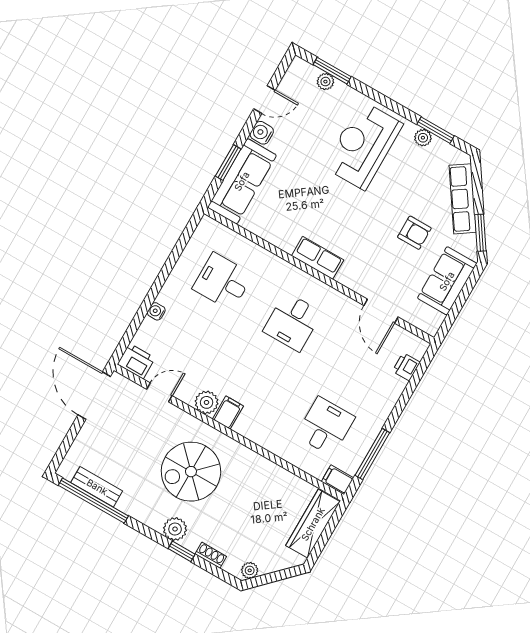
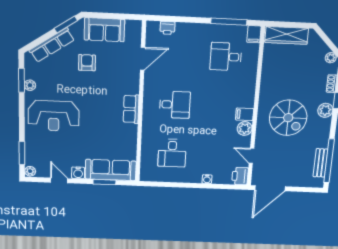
plant: (325, 82) -> (30, 171), moved

